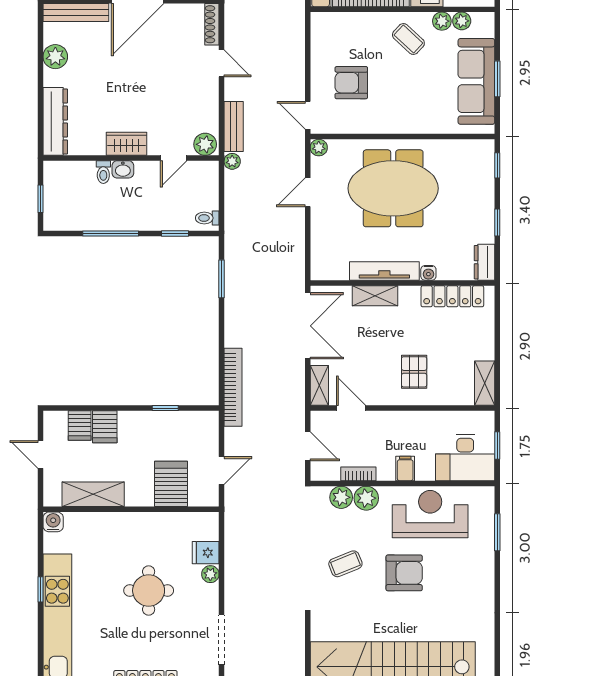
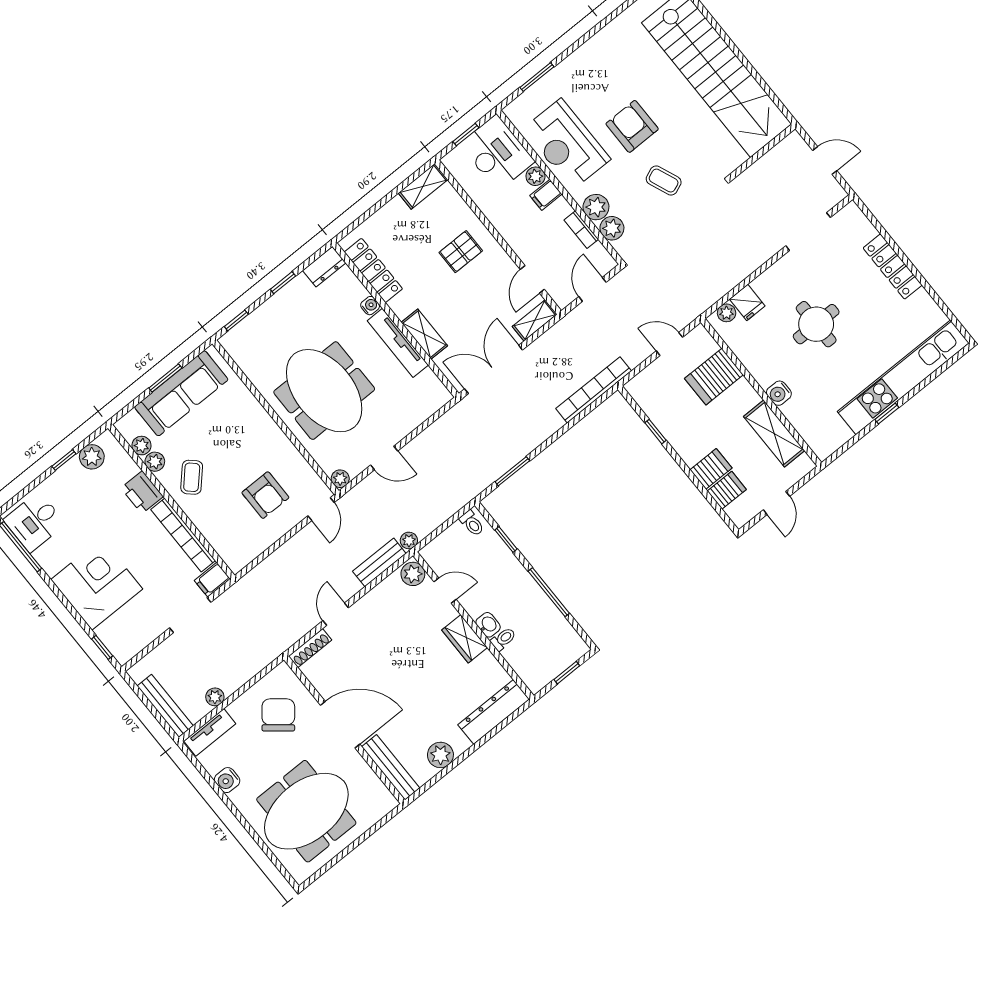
plant: (425, 472) -> (535, 176), added
water cooler: (53, 522) -> (779, 393), moved
plant: (210, 574) -> (727, 313), moved

